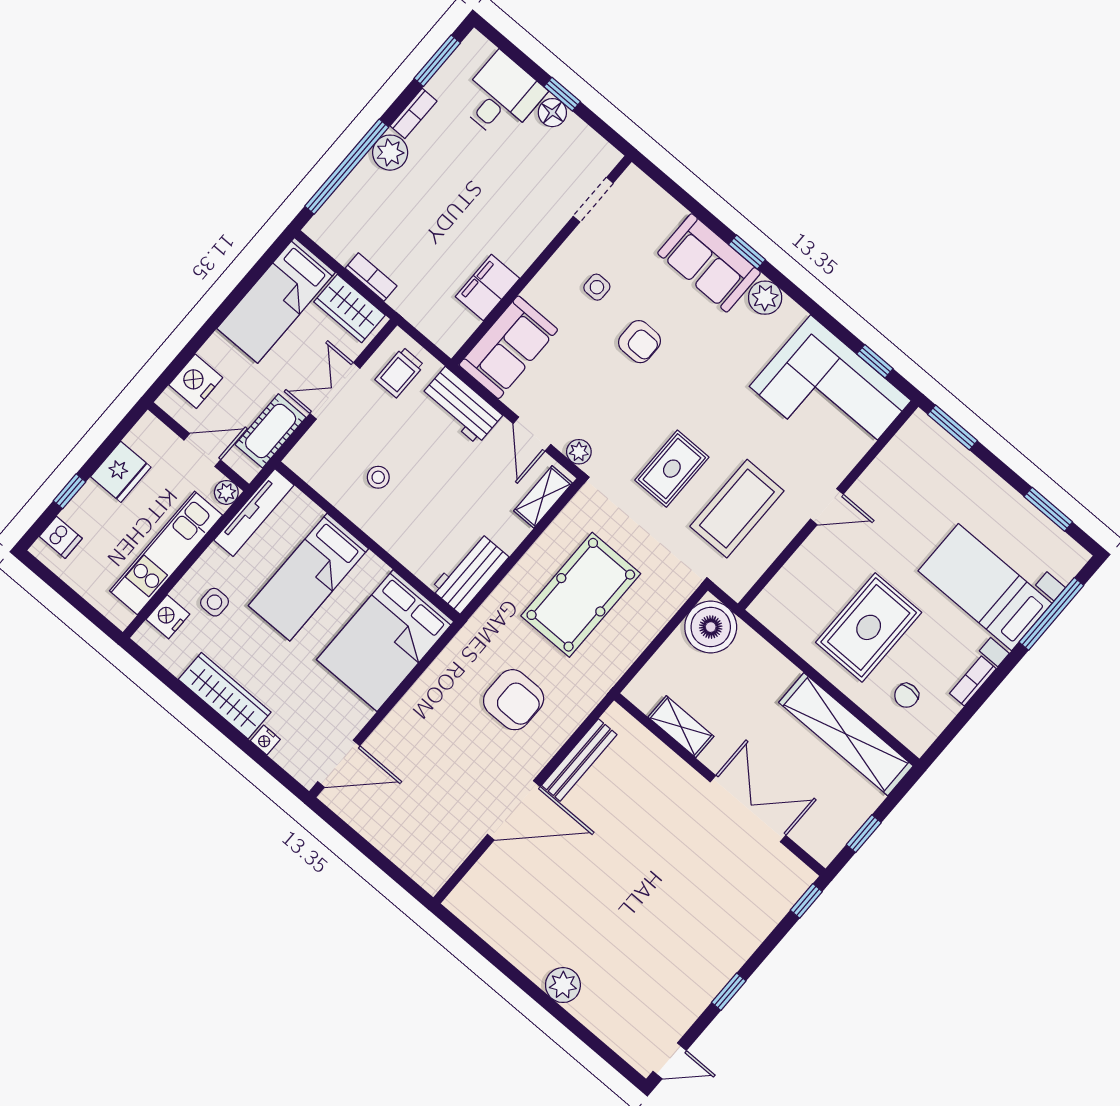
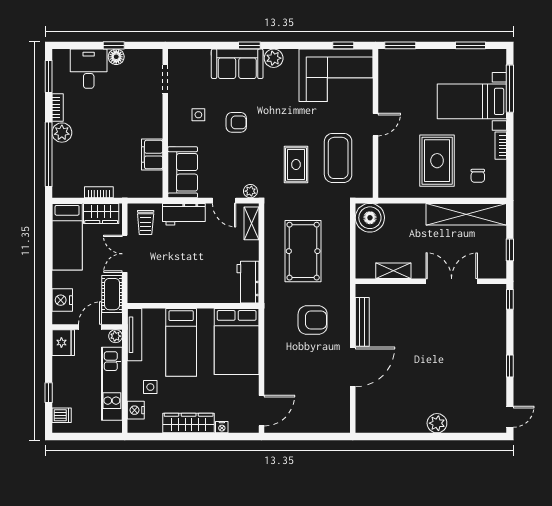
fridge: (121, 472) -> (63, 343), moved
stool: (378, 477) -> (175, 275), removed

